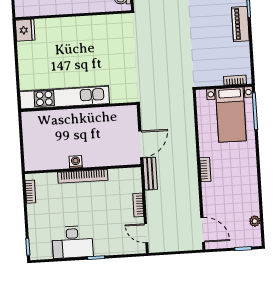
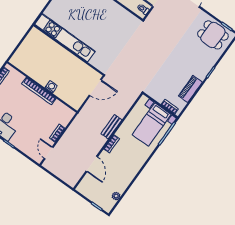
piano: (240, 24) -> (190, 89), moved
door: (141, 144) -> (95, 87), moved
washing machine: (76, 162) -> (51, 87), moved
bench: (150, 174) -> (111, 127), moved
door: (203, 230) -> (92, 164), moved

